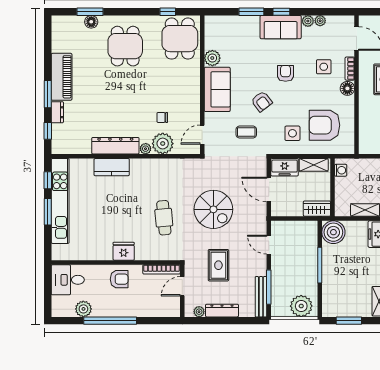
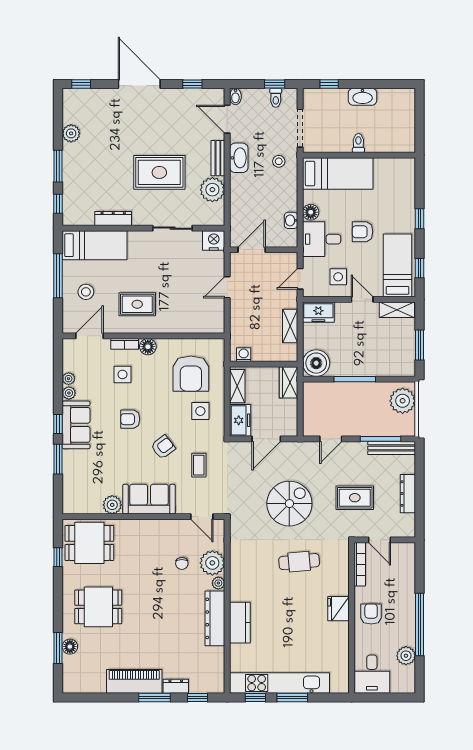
plant: (199, 312) -> (409, 520), removed

